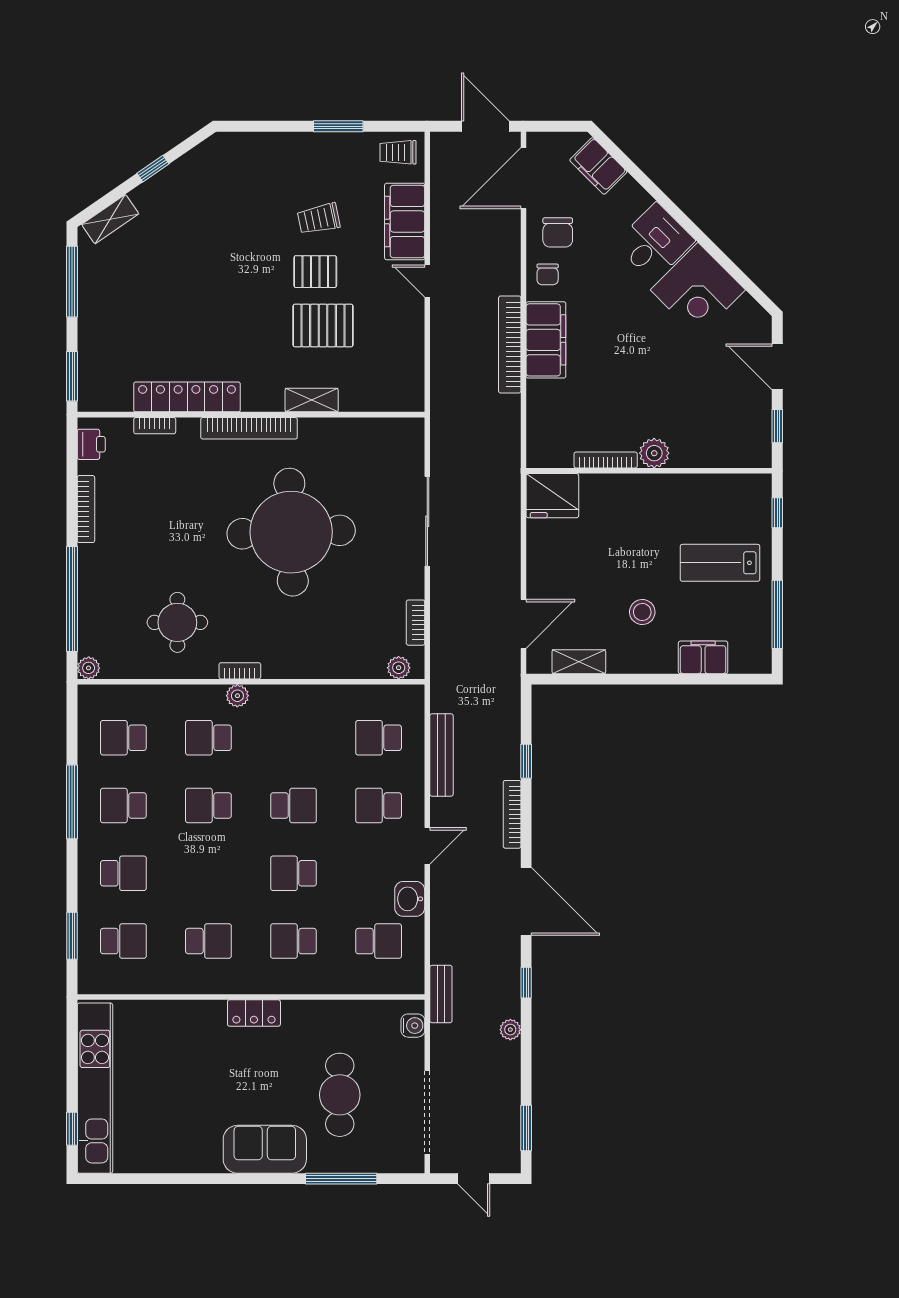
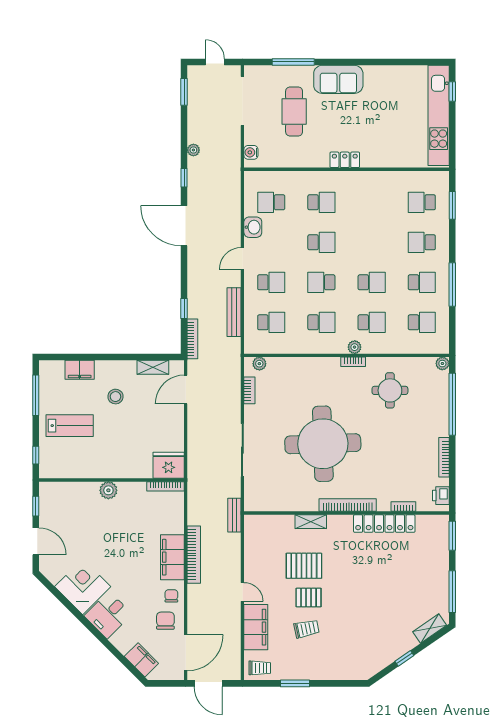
bookcase: (606, 460) -> (165, 486), moved
bookcase: (512, 814) -> (192, 339), moved
school desk: (208, 941) -> (321, 322), moved, turned 180
bench: (441, 994) -> (234, 515), moved

